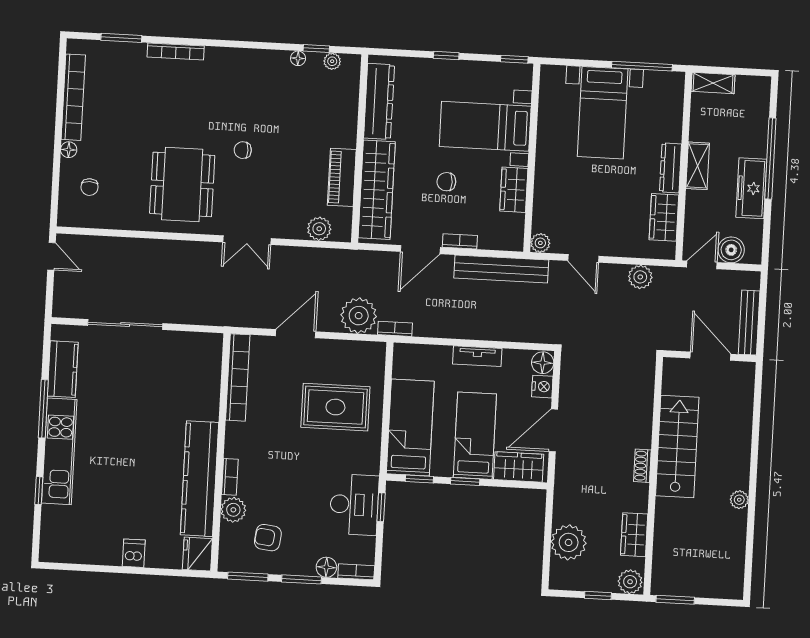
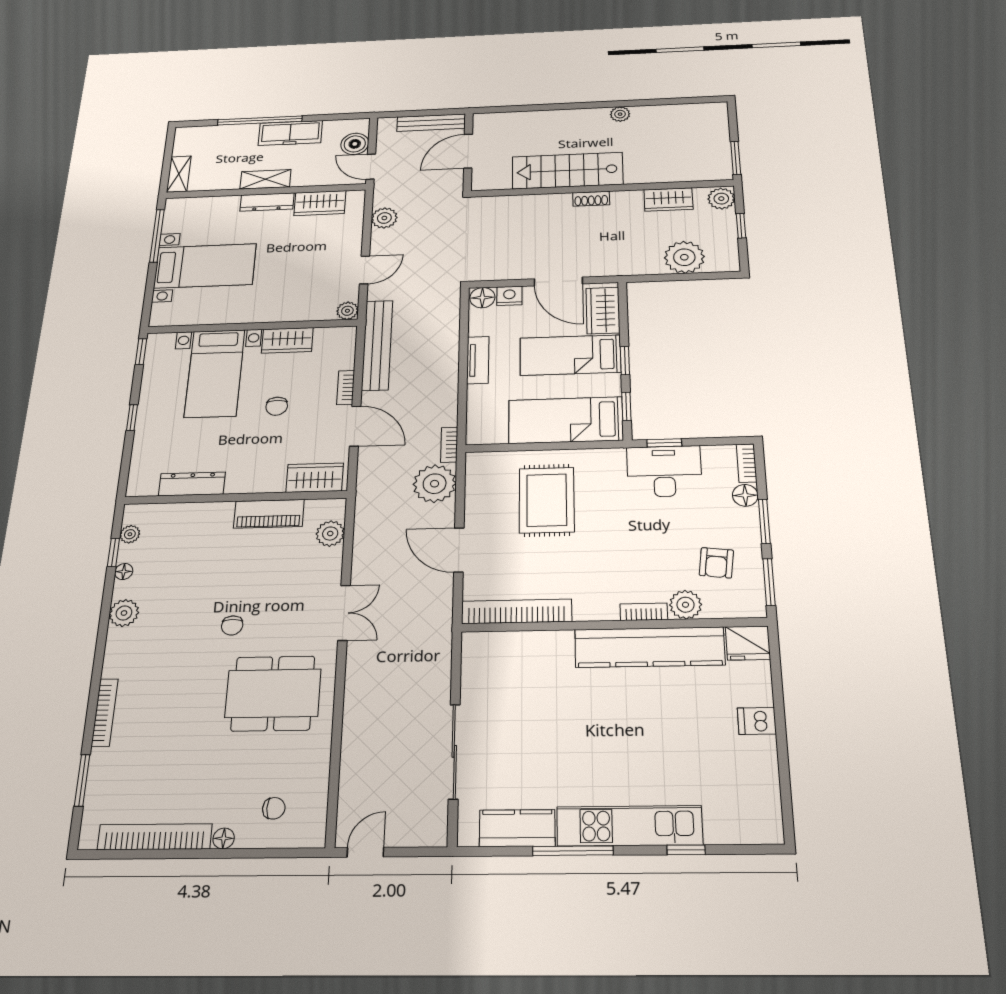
plant: (260, 61) -> (124, 613), added
dresser: (379, 101) -> (192, 484), width x0.73, depth x0.80
wardrobe: (377, 190) -> (315, 478), width x0.48, depth x0.85

